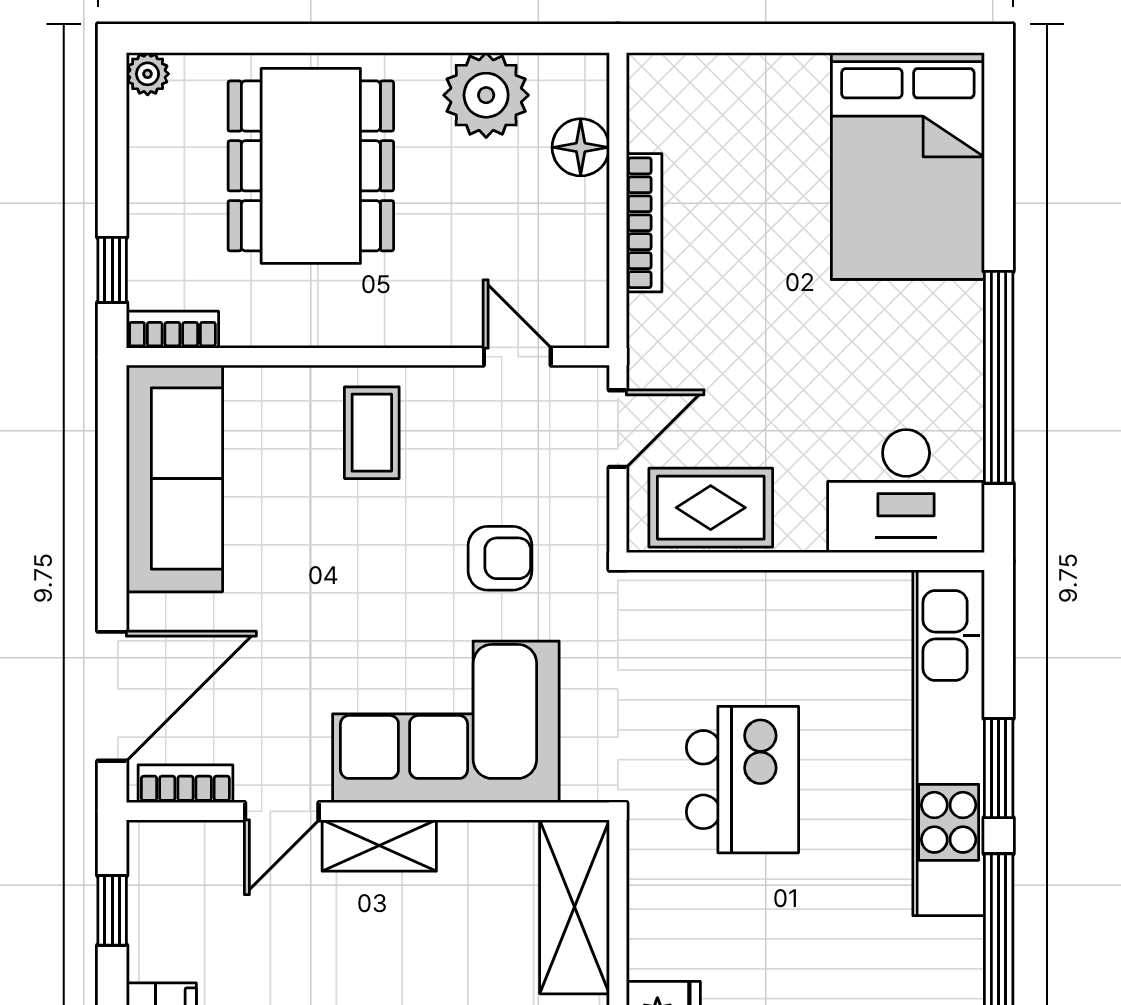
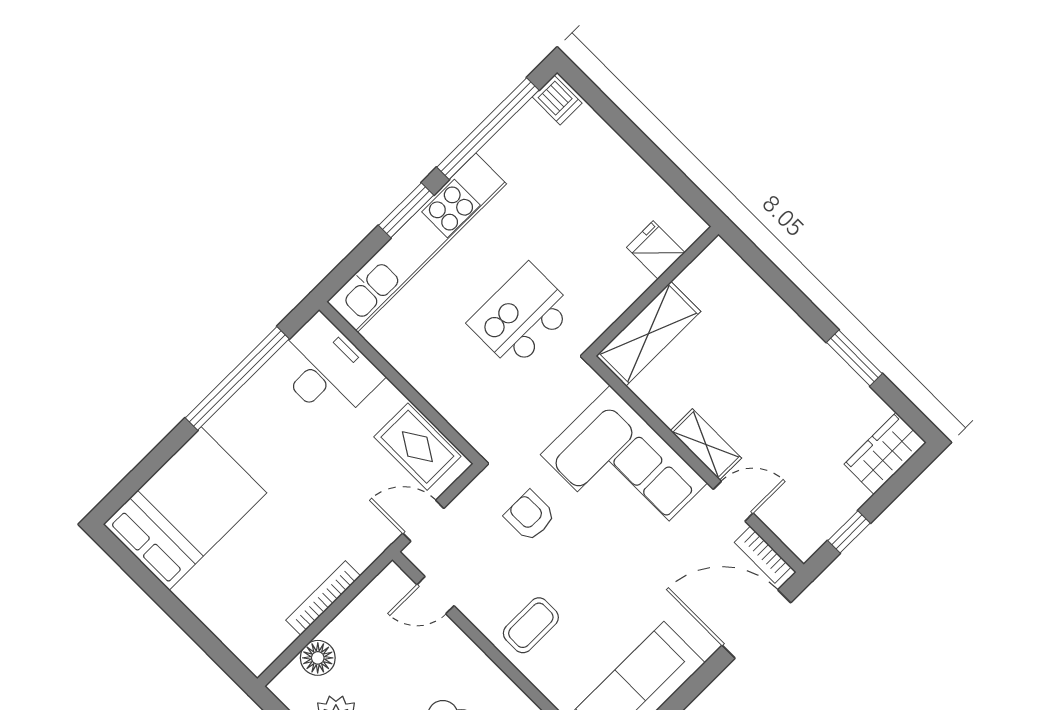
door: (517, 357) -> (435, 595), hinge flipped

